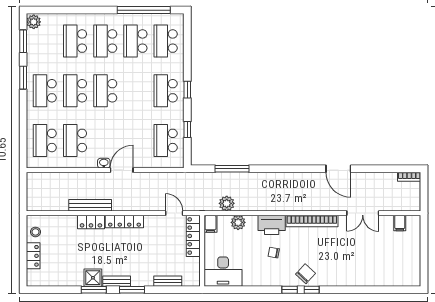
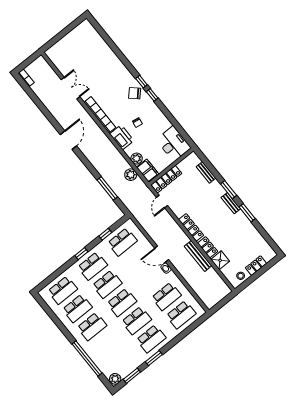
window: (144, 10) -> (87, 359), moved
school desk: (75, 41) -> (107, 284), moved
door: (338, 169) -> (68, 140), moved
filing cabinet: (400, 223) -> (58, 61), removed
filing cabinet: (210, 224) -> (148, 171), width x2.00
shower: (93, 278) -> (220, 260), moved

